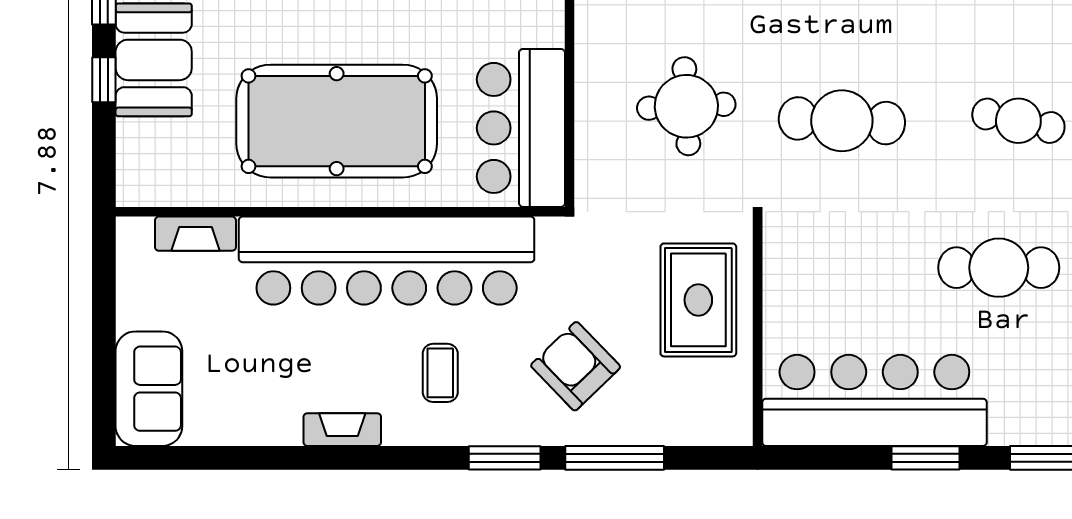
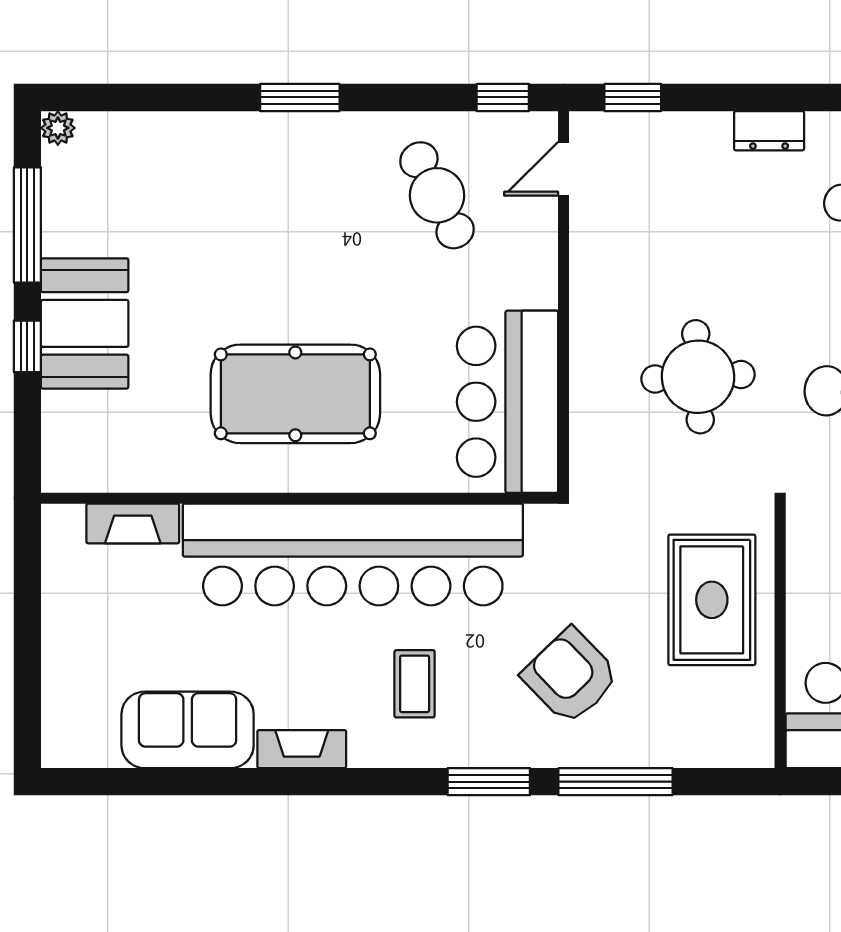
pool table: (337, 121) -> (295, 394), width x0.73, depth x0.76
sofa: (149, 389) -> (188, 730), moved, turned -90

